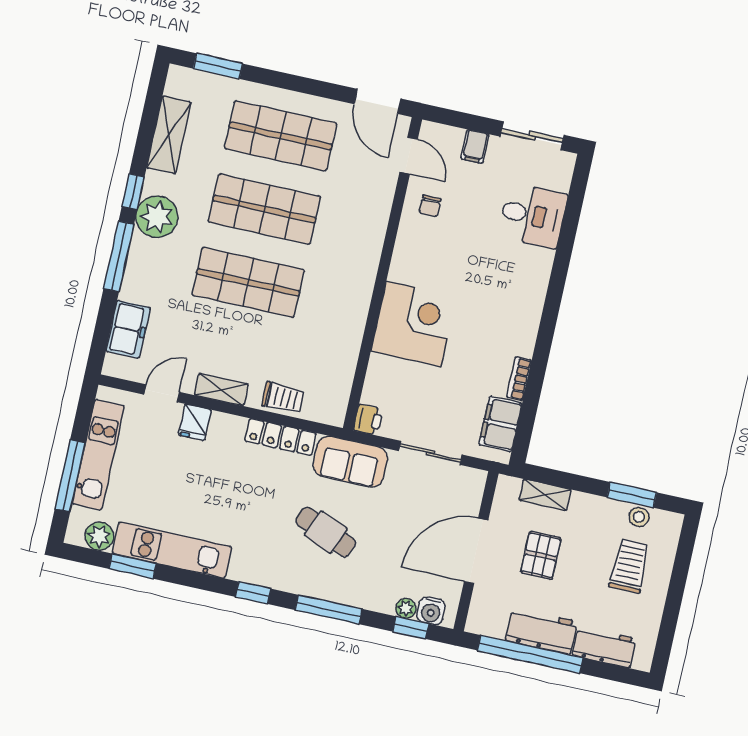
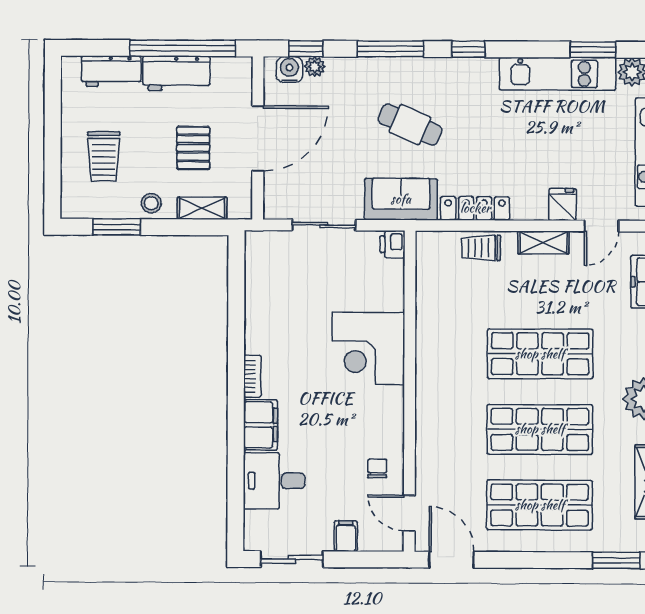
bookcase: (519, 379) -> (252, 376), moved
filing cabinet: (501, 424) -> (261, 425), moved
stool: (639, 517) -> (151, 203), moved

